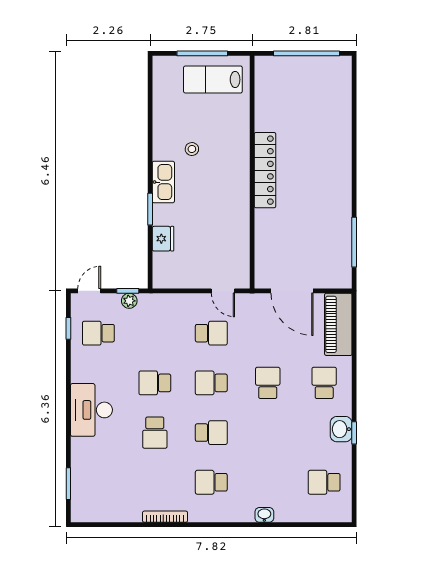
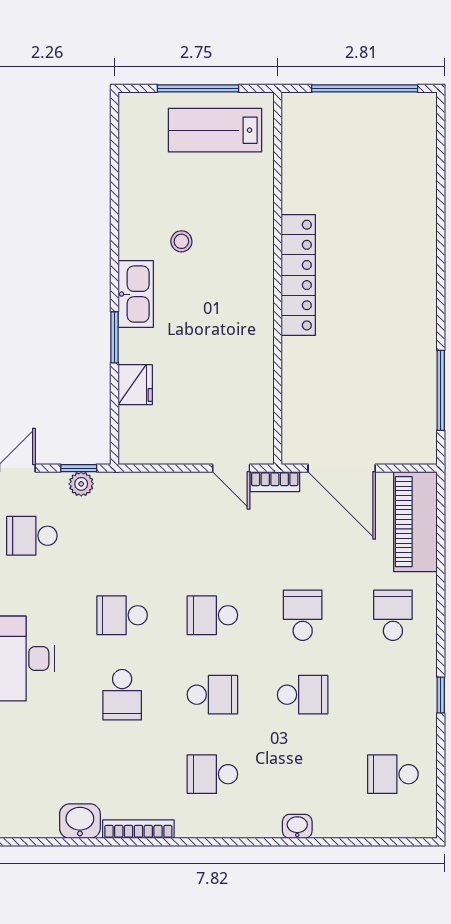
bookcase: (250, 299) -> (275, 482), added
school desk: (211, 333) -> (303, 695), moved
washbasin: (341, 429) -> (80, 821), moved, turned 90

